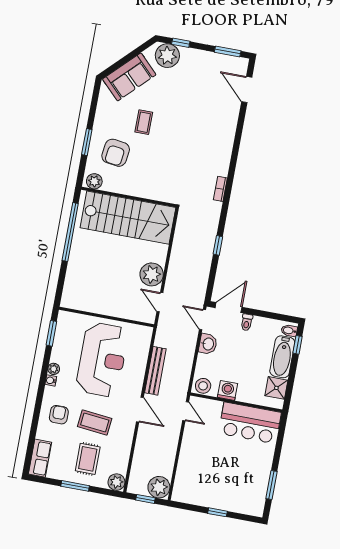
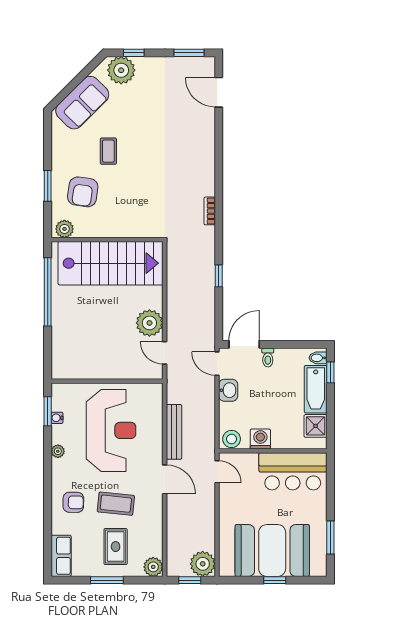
water cooler: (51, 380) -> (57, 418), moved
armchair: (59, 415) -> (73, 502), turned 91
booth: (220, 487) -> (272, 550), added

